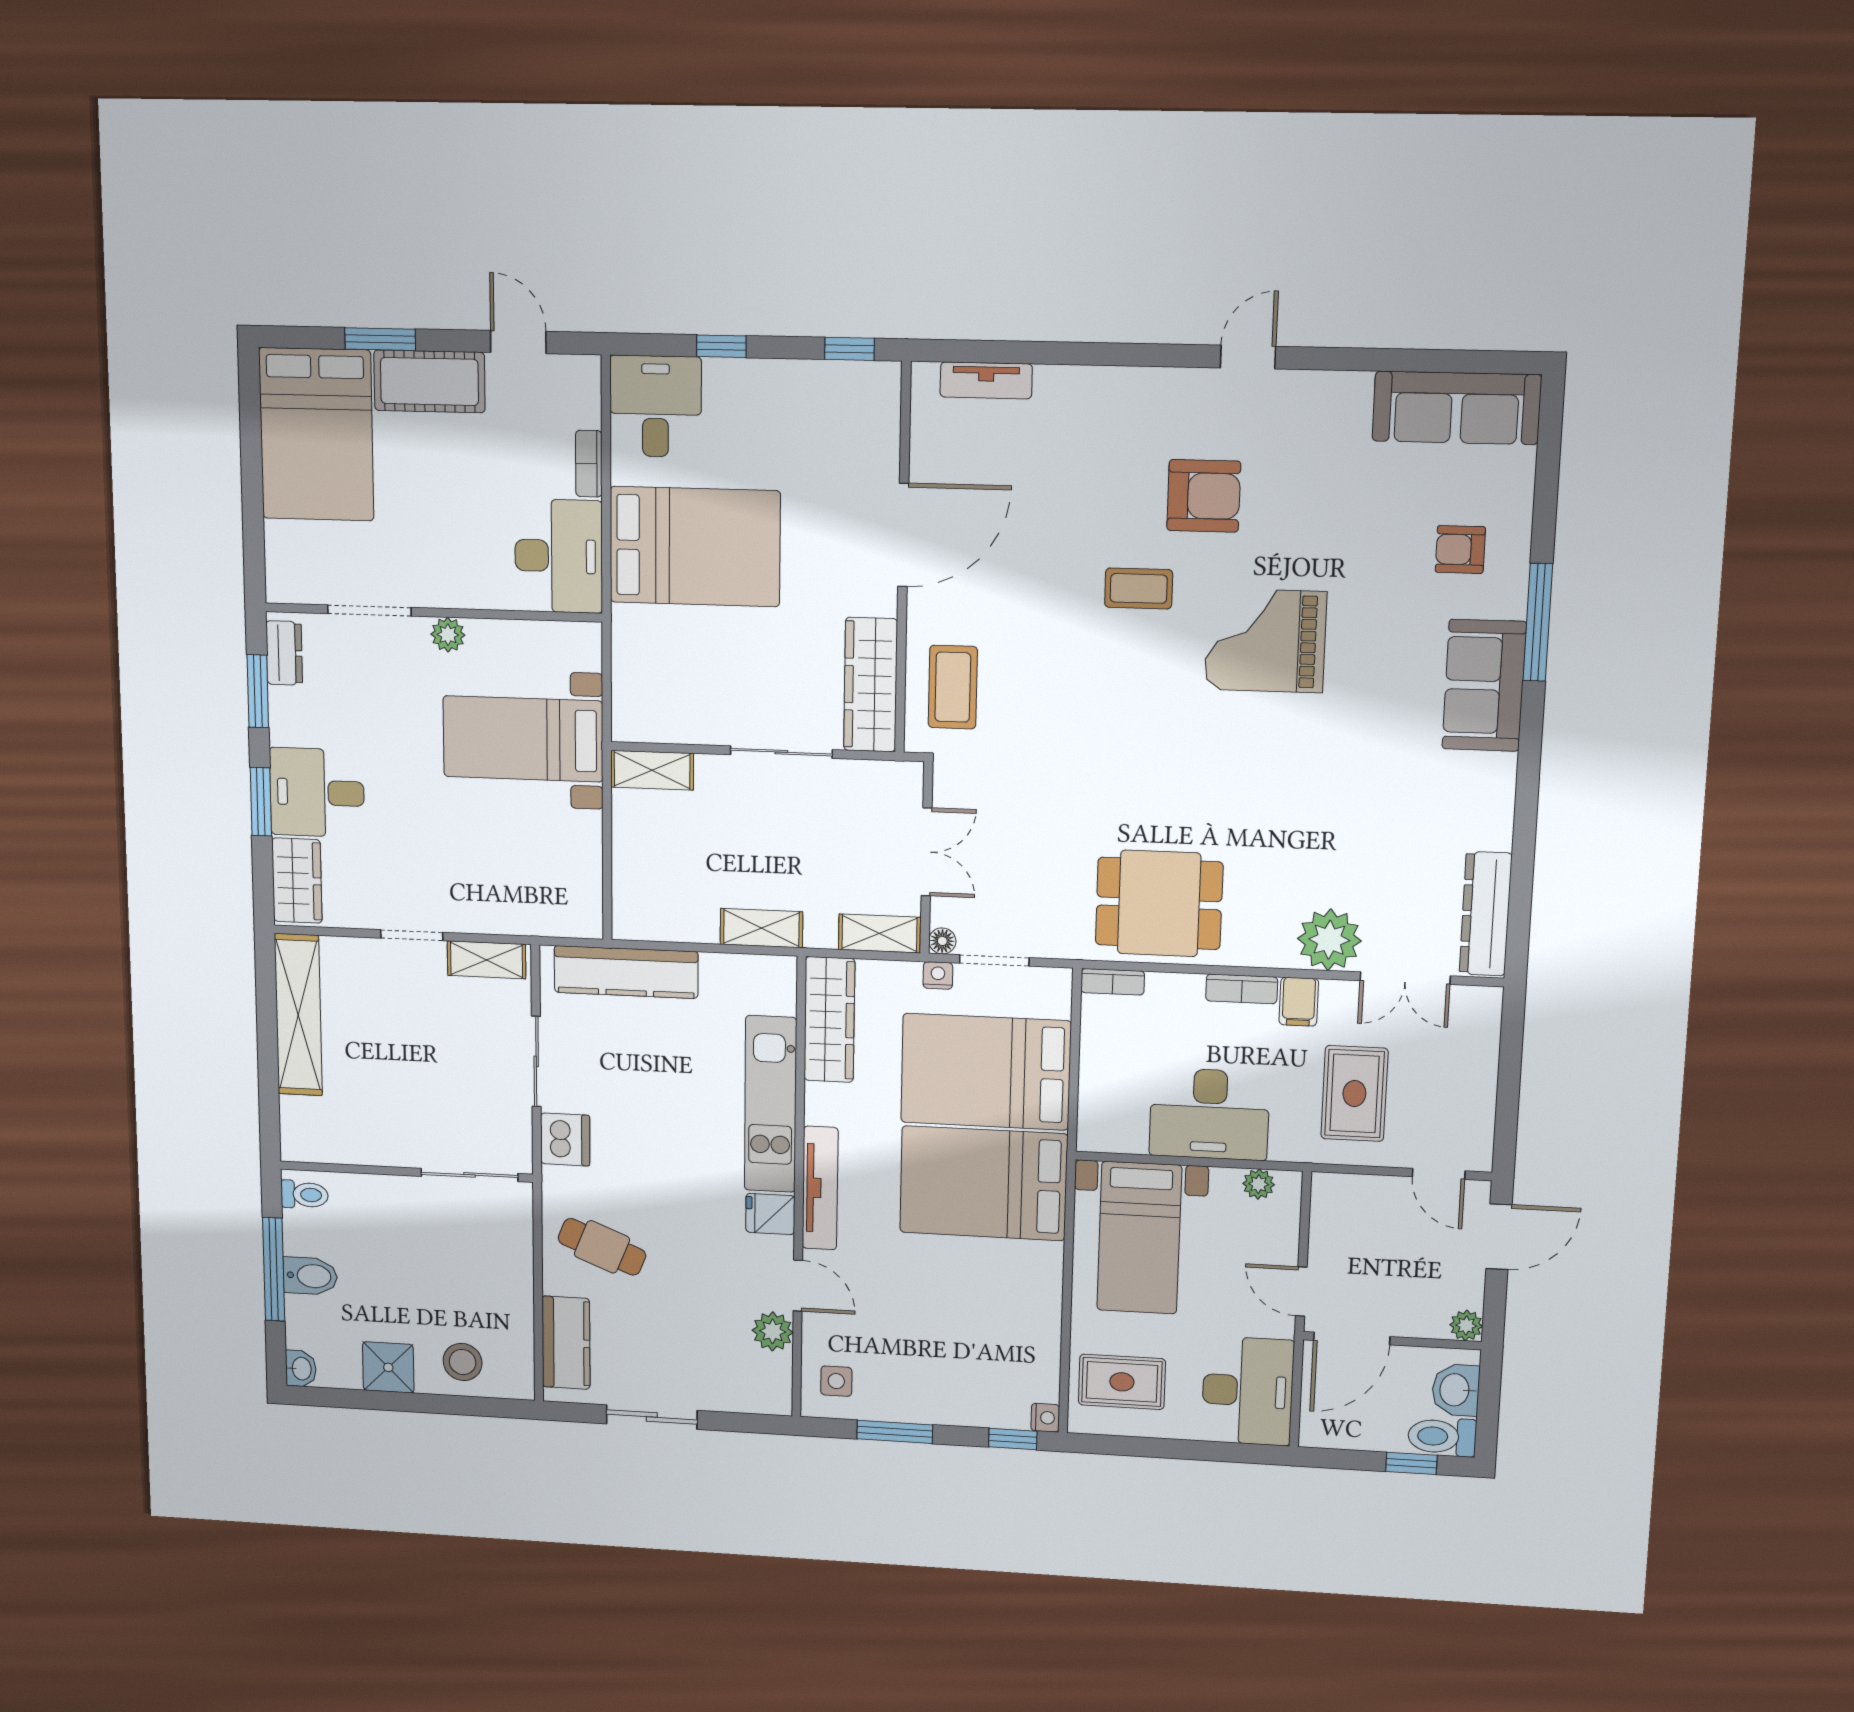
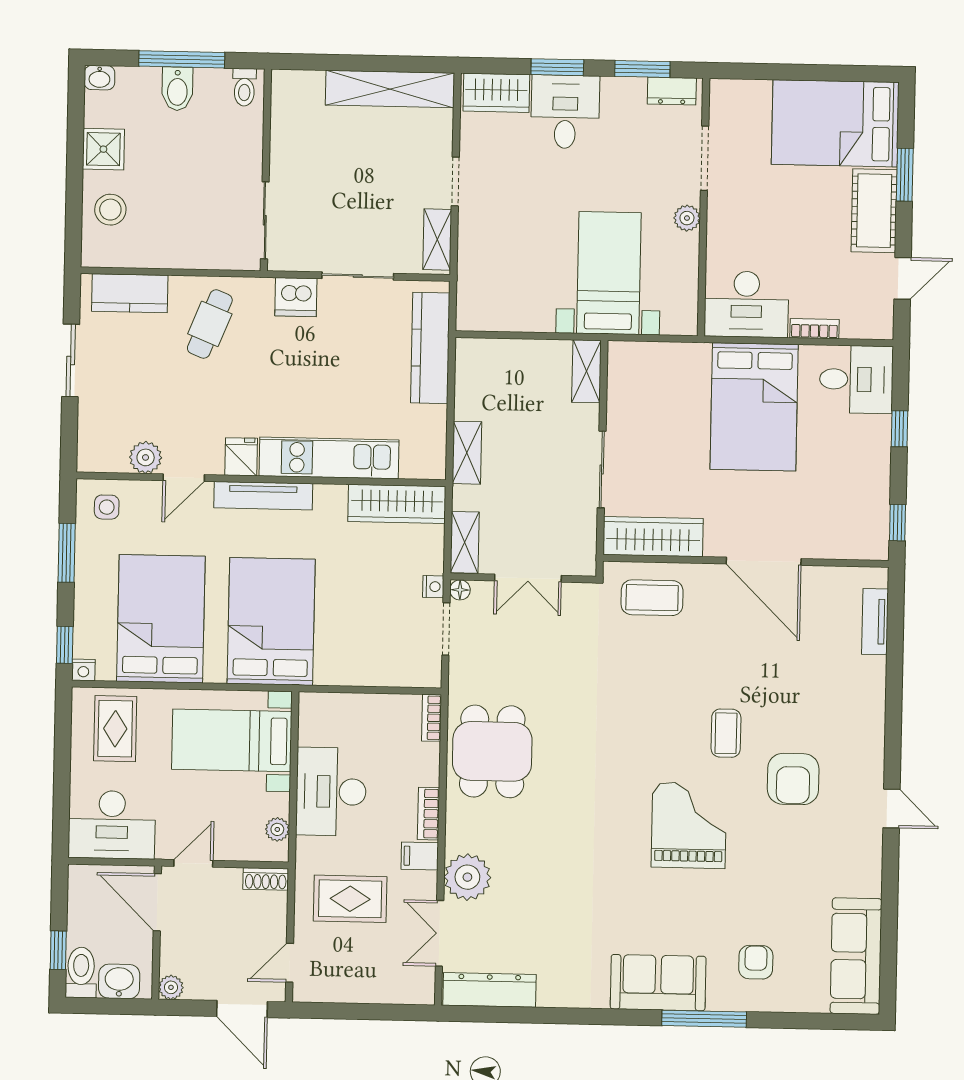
bed: (986, 1072) -> (161, 619), moved
shoe rack: (1325, 1201) -> (266, 879), added

